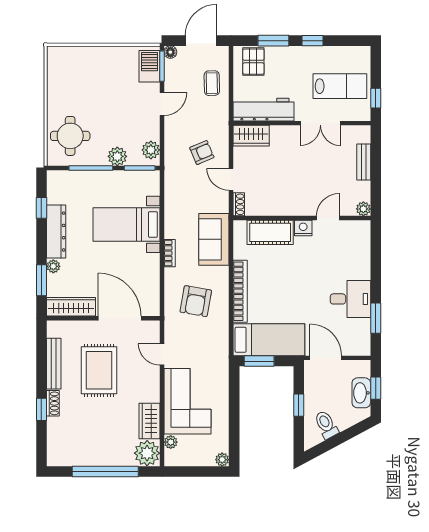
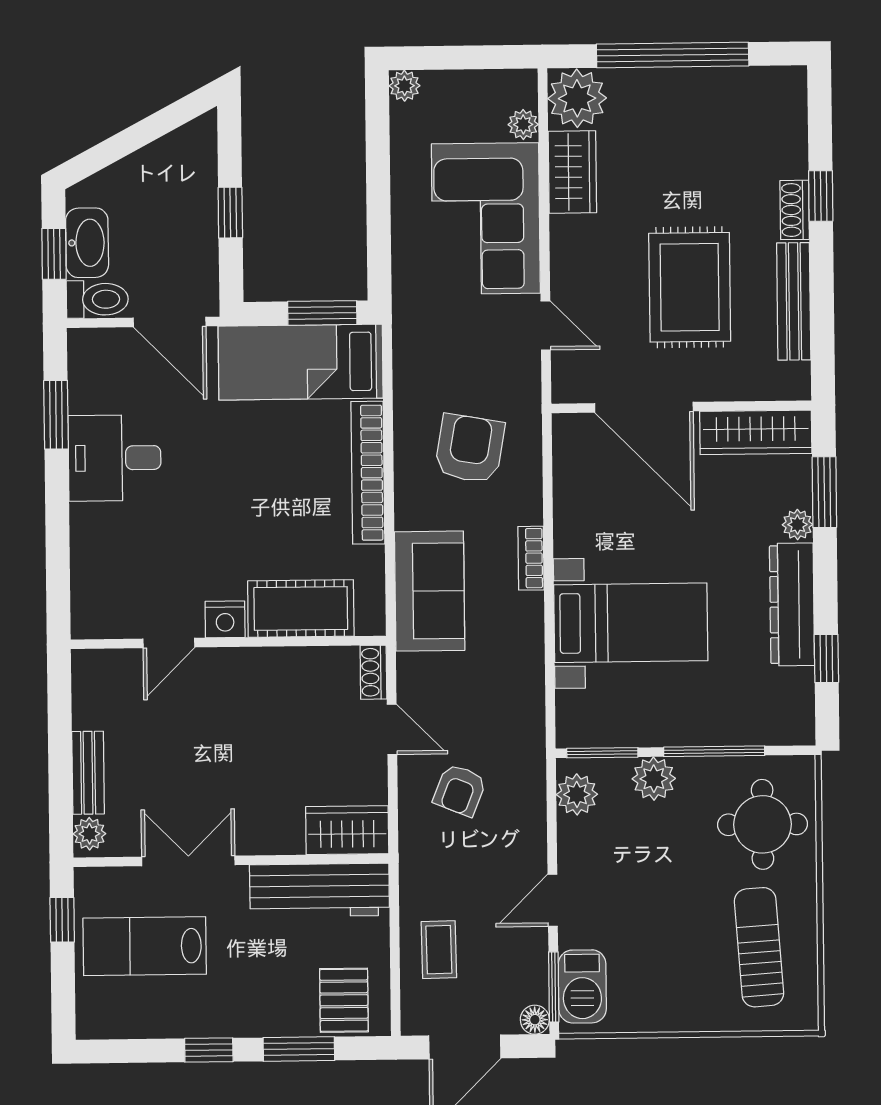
sun lounger: (72, 82) -> (759, 947), added
armchair: (202, 153) -> (460, 790), turned -45
plant: (363, 209) -> (89, 834), moved
toilet: (326, 425) -> (97, 299), moved, turned -62

